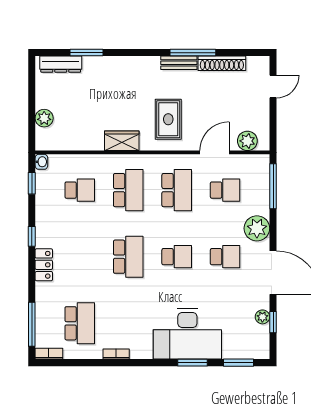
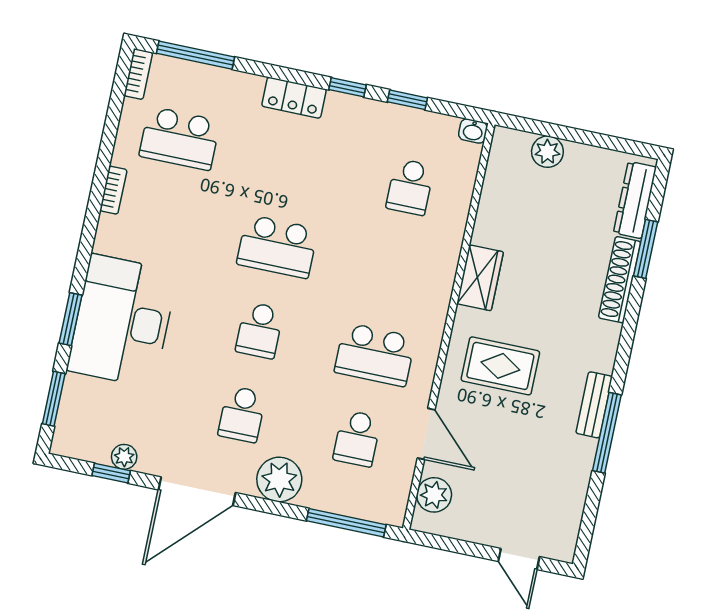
shoe rack: (222, 63) -> (620, 280), moved
window: (32, 183) -> (407, 100), moved
school desk: (128, 190) -> (392, 271), removed

